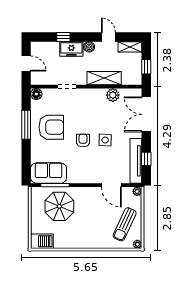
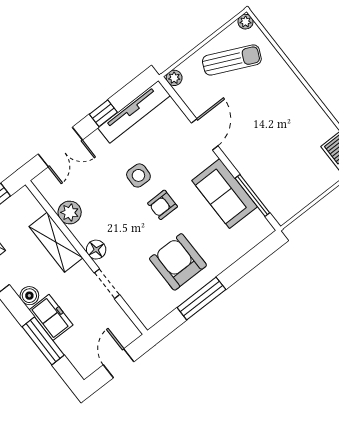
window: (63, 37) -> (43, 341), width x2.17
floor lamp: (36, 94) -> (96, 250), moved
double door: (146, 114) -> (60, 147), width x0.73
window: (146, 159) -> (103, 113), moved
sofa: (49, 173) -> (225, 194), moved
door: (111, 185) -> (205, 134), moved
parasol: (59, 206) -> (277, 167), removed

